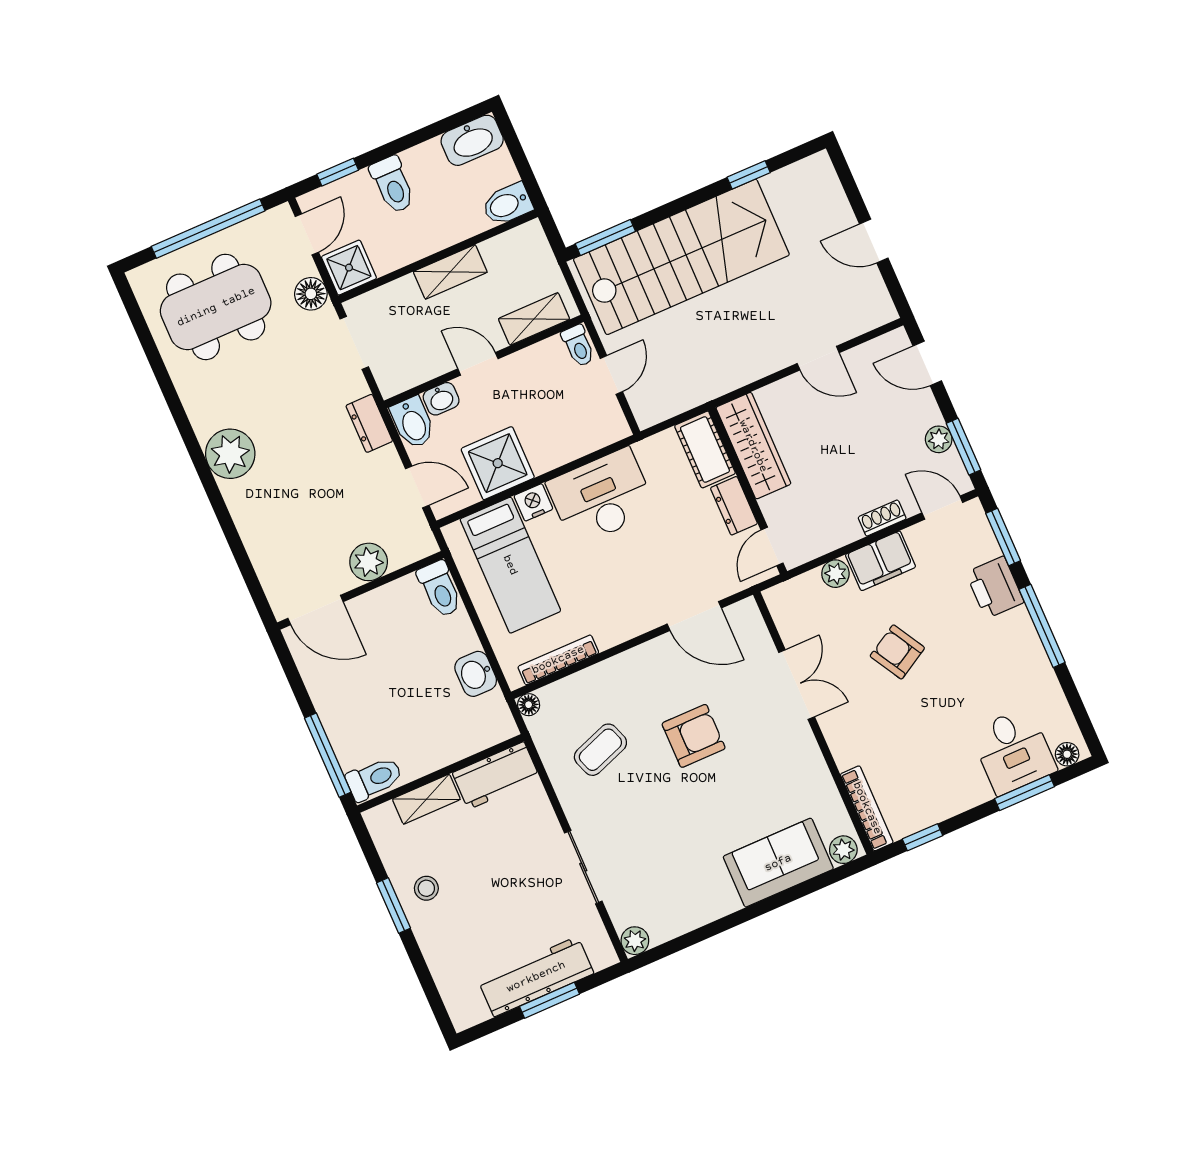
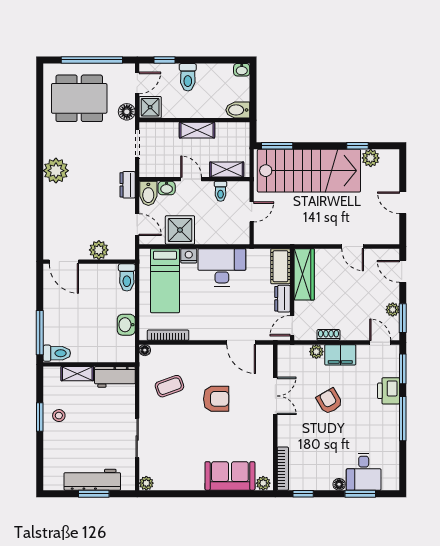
washbasin: (472, 140) -> (242, 70), width x0.52, depth x0.69
plant: (781, 186) -> (371, 158), added
toilet: (578, 346) -> (221, 191), moved
shoe rack: (882, 518) -> (328, 335), moved
floor lamp: (1067, 754) -> (339, 484), moved

